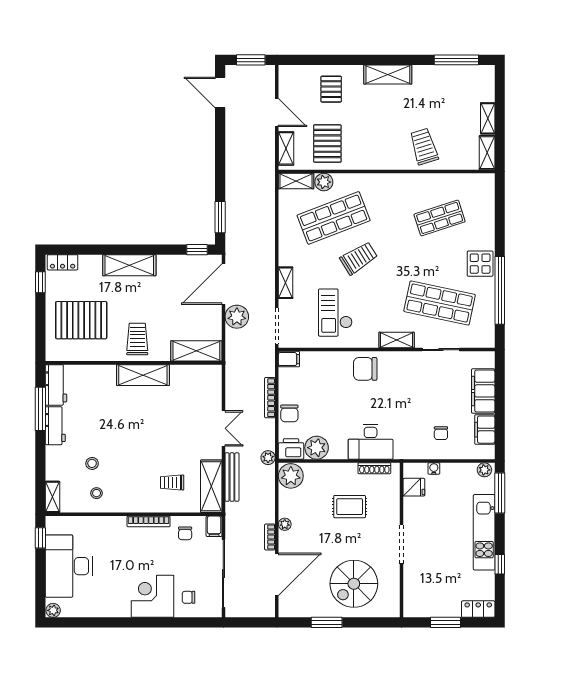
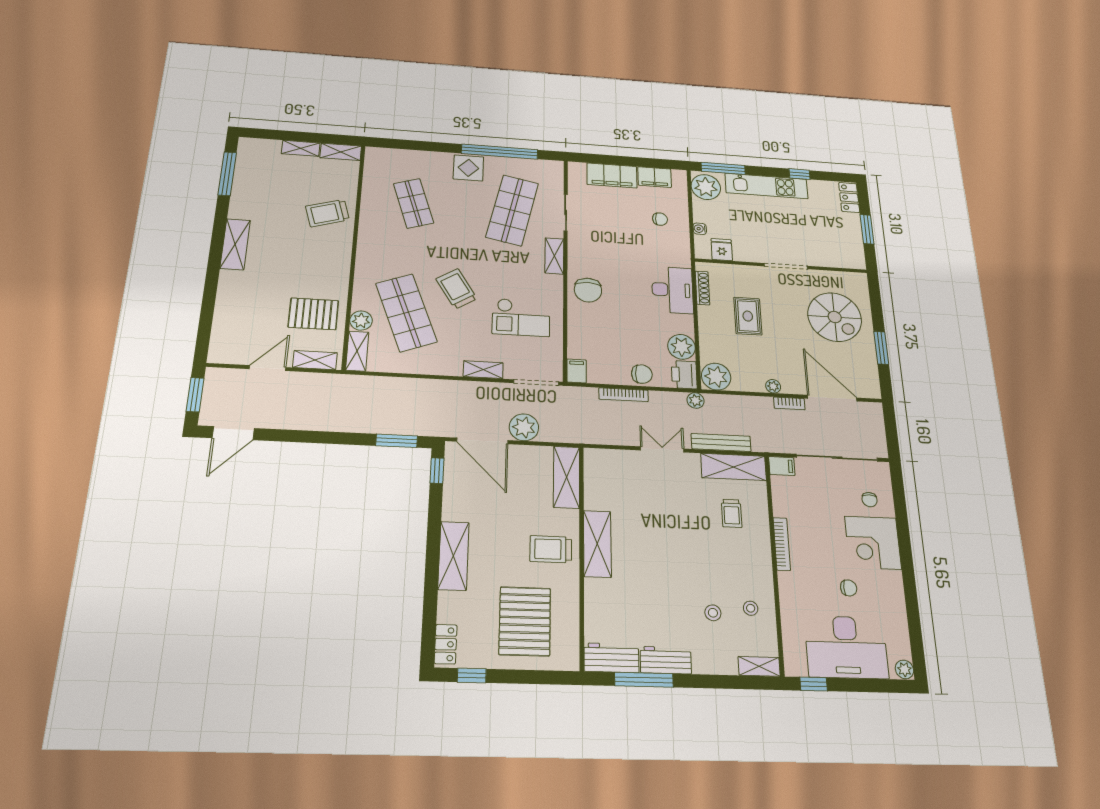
pallet: (331, 89) -> (245, 306), removed
plant: (484, 470) -> (706, 187), width x1.88, depth x1.88
chair: (185, 533) -> (849, 588), moved

